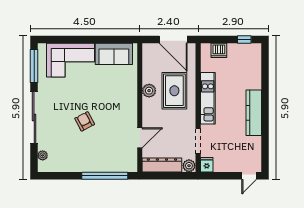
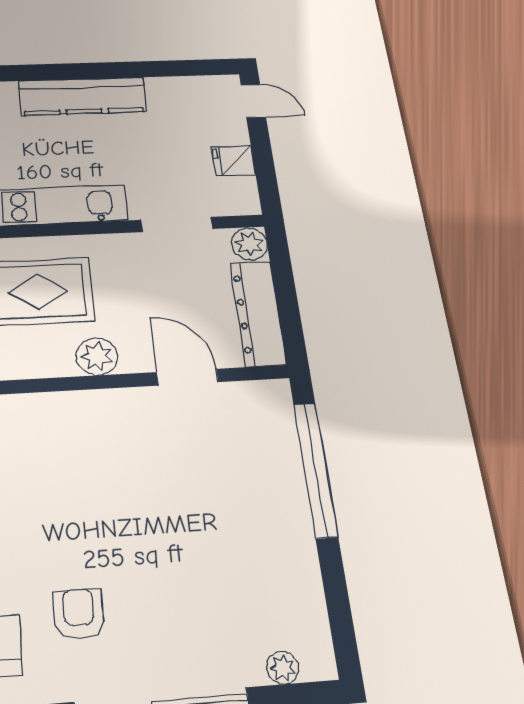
plant: (149, 91) -> (97, 356), moved
armchair: (85, 121) -> (79, 614), moved, turned 118
fridge: (207, 165) -> (233, 160), moved

